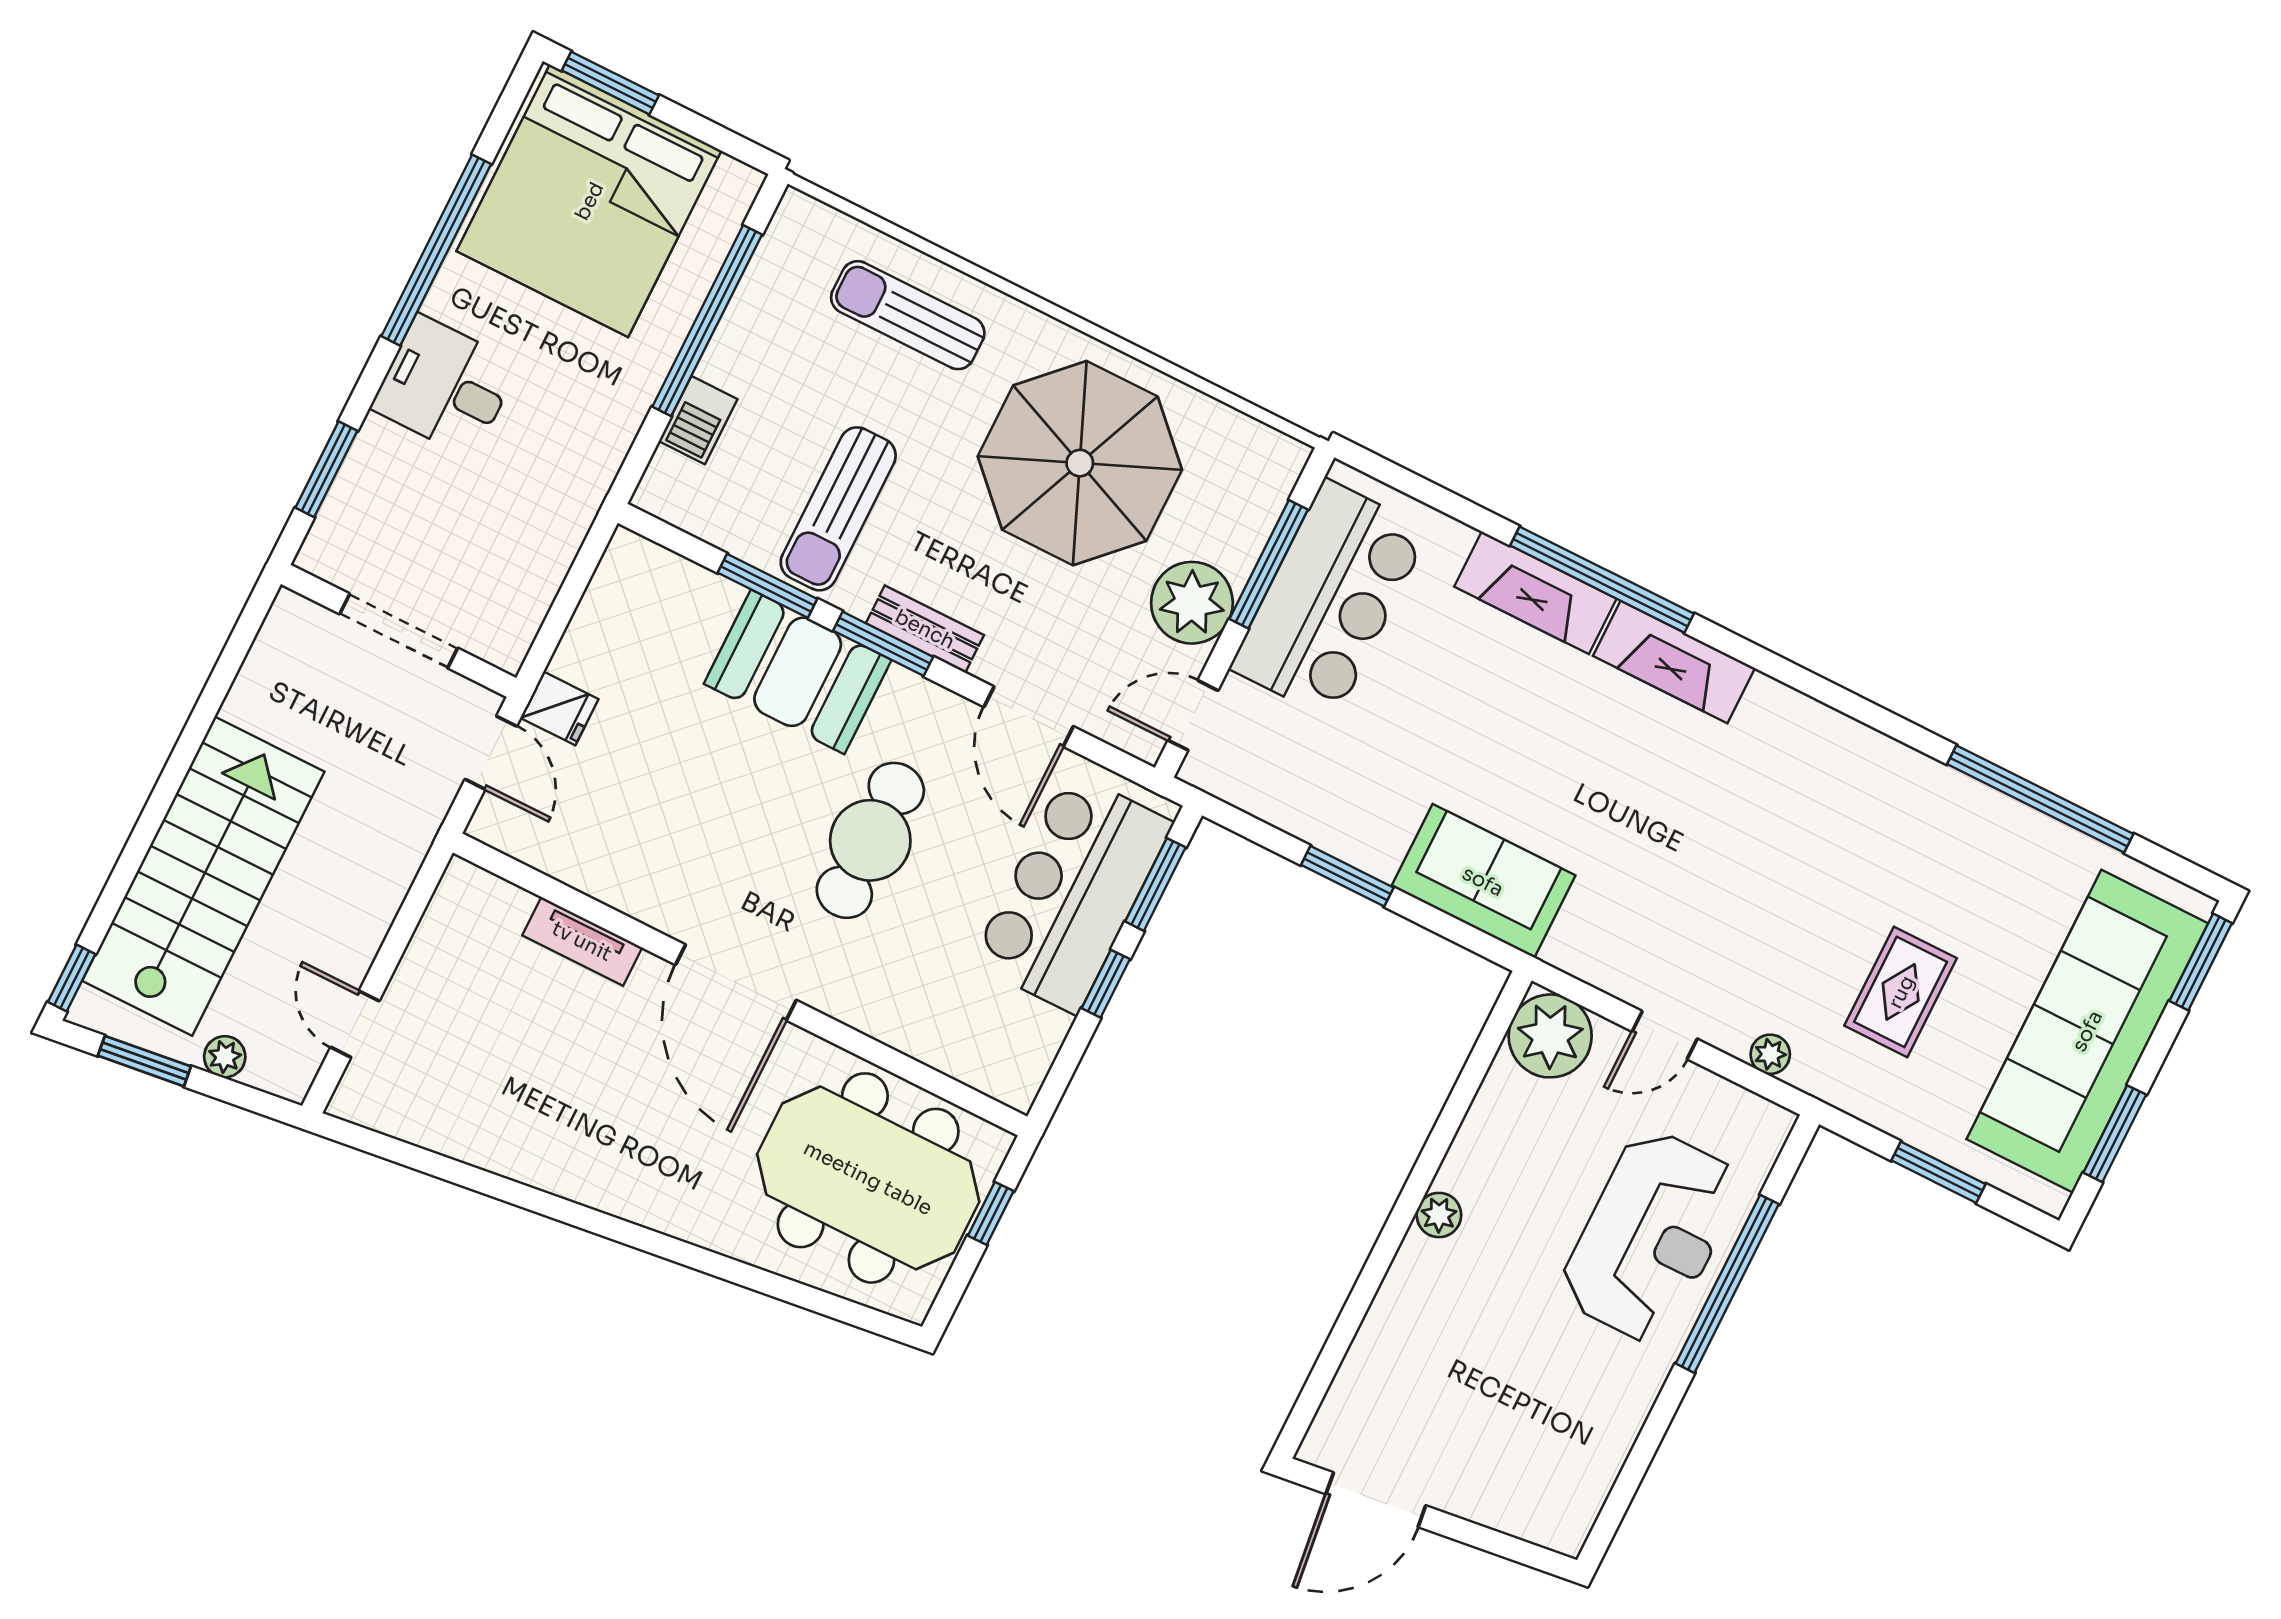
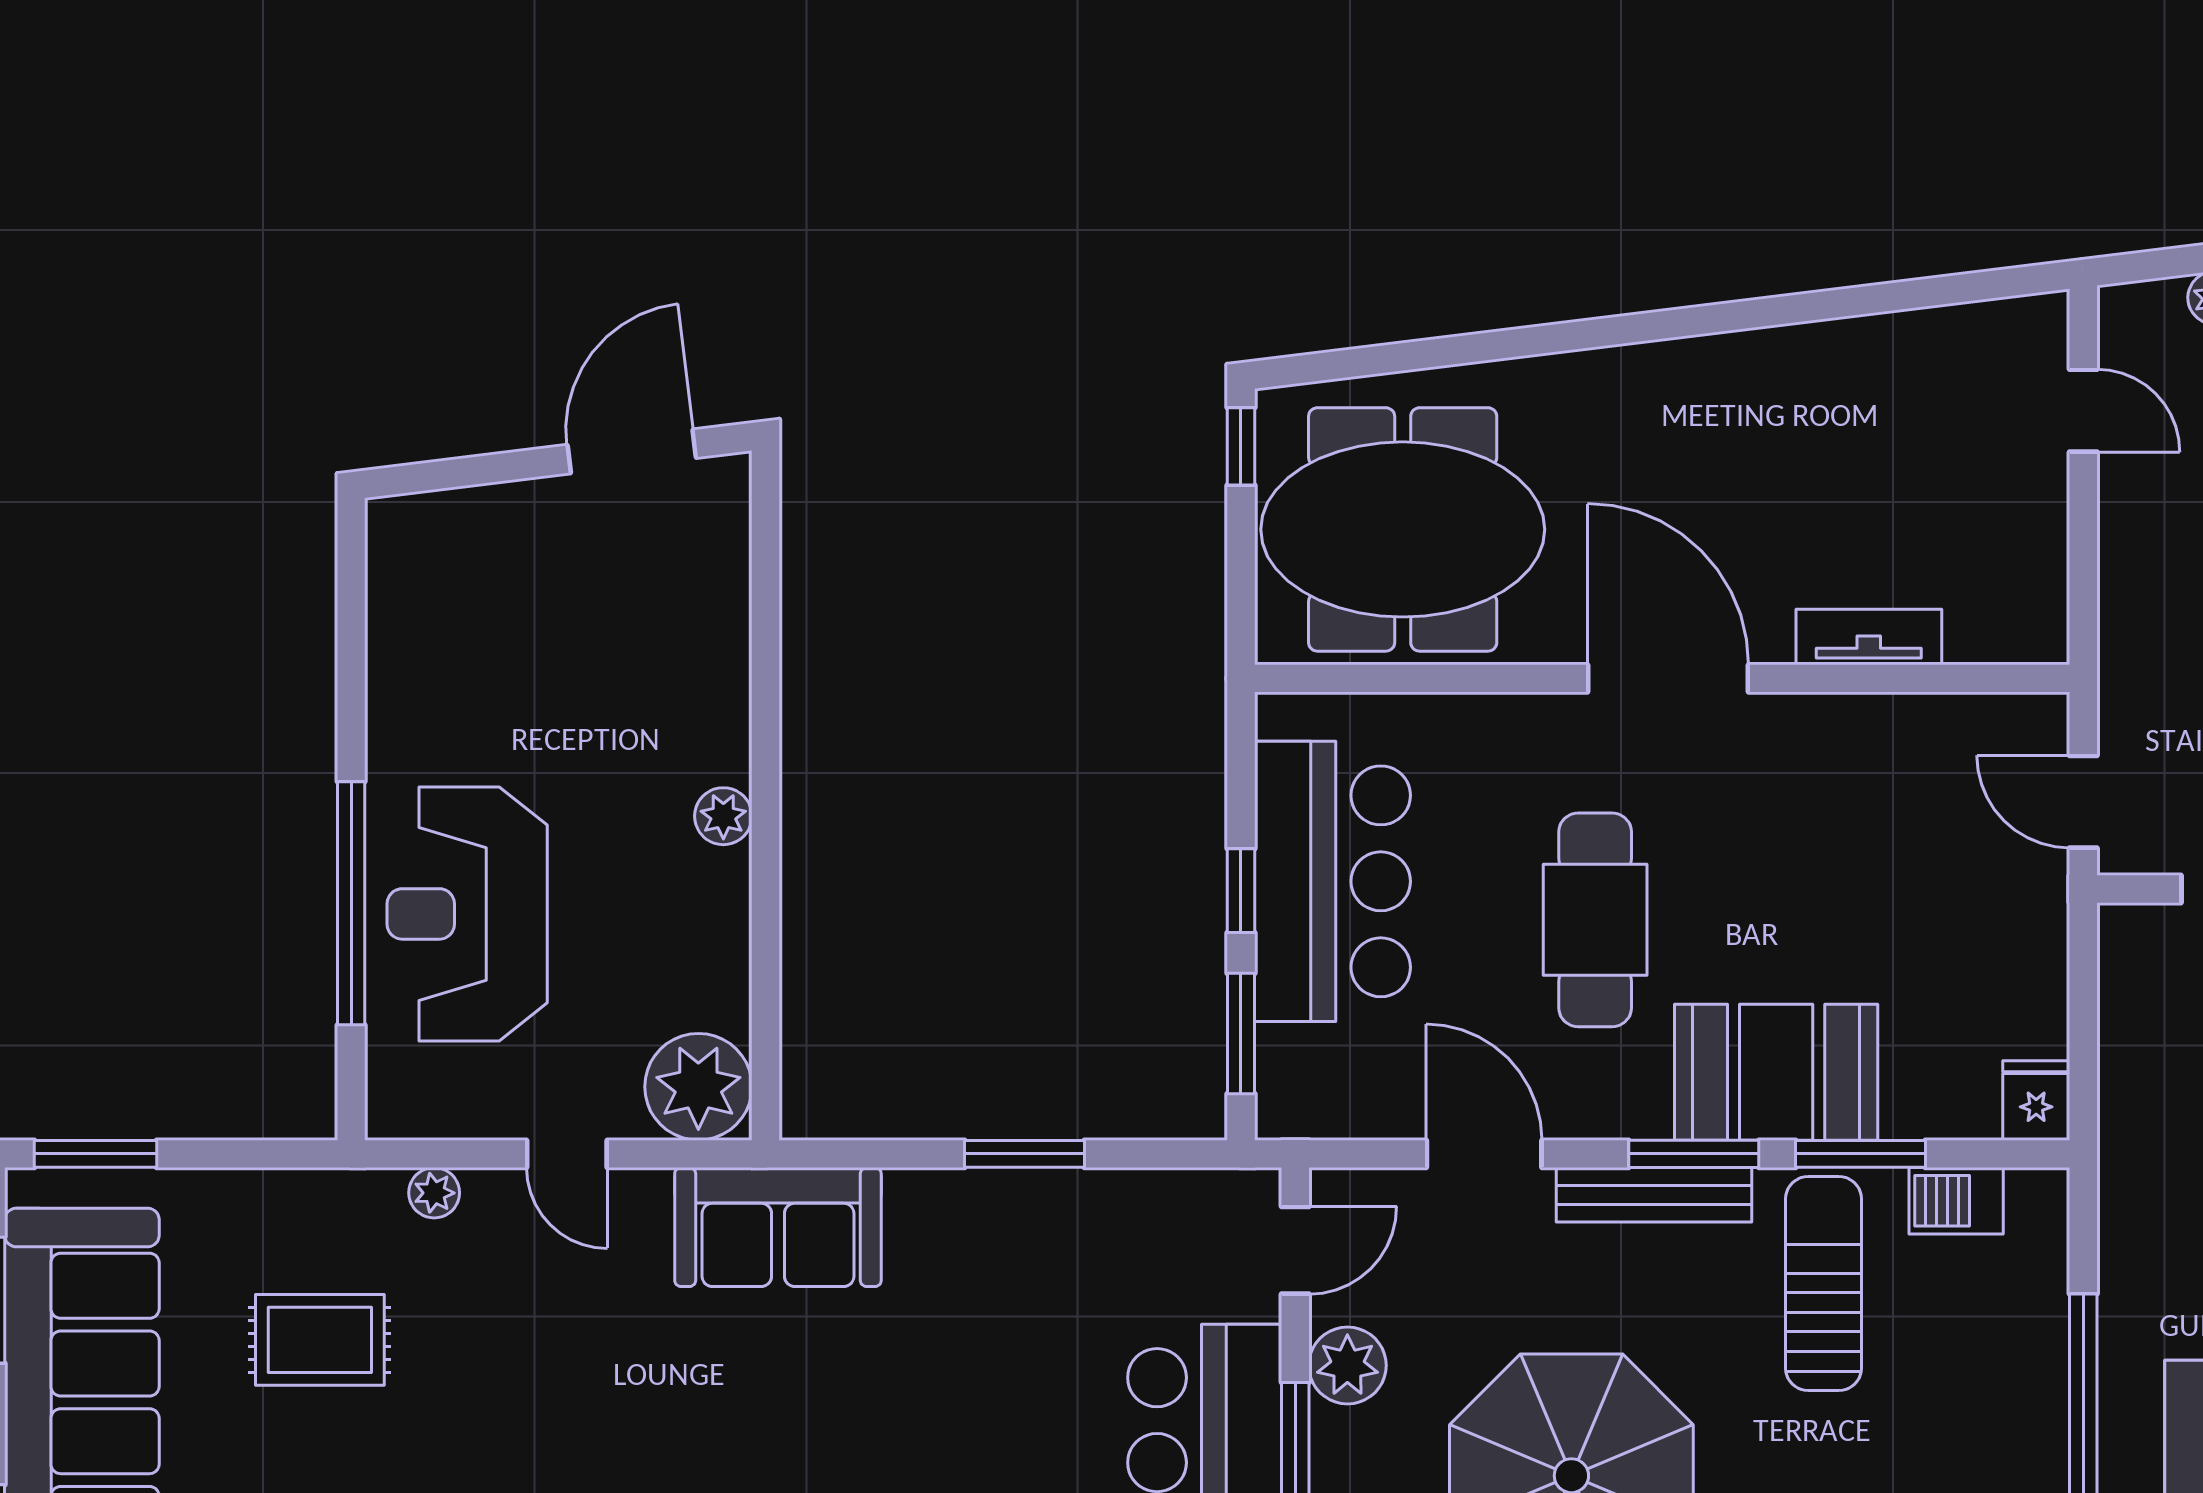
barbecue: (698, 420) -> (1956, 1201), moved, turned -90
plant: (1192, 603) -> (1347, 1365), width x0.73, depth x0.73
bench: (925, 629) -> (1654, 1195), width x1.36
fridge: (559, 708) -> (2036, 1100), moved, turned 90
sofa: (1483, 881) -> (778, 1227), moved
bar counter: (1072, 892) -> (1332, 881), moved
rug: (1901, 992) -> (320, 1340), turned 90
door: (1665, 1035) -> (567, 1154), swing flipped
window: (1938, 1172) -> (95, 1154), moved
window: (991, 1213) -> (1241, 446), moved

